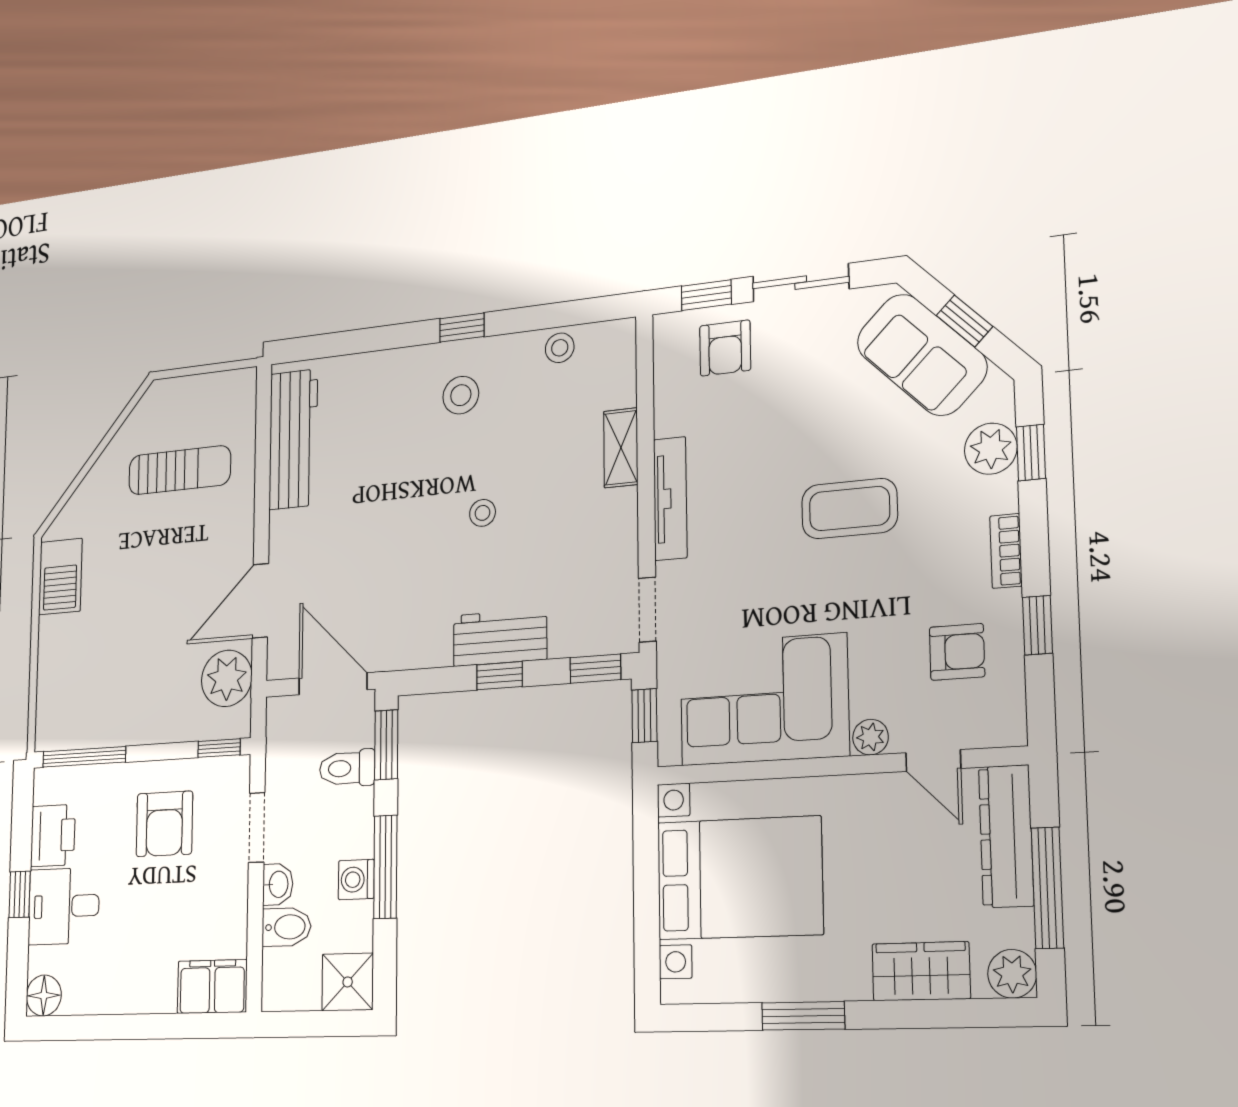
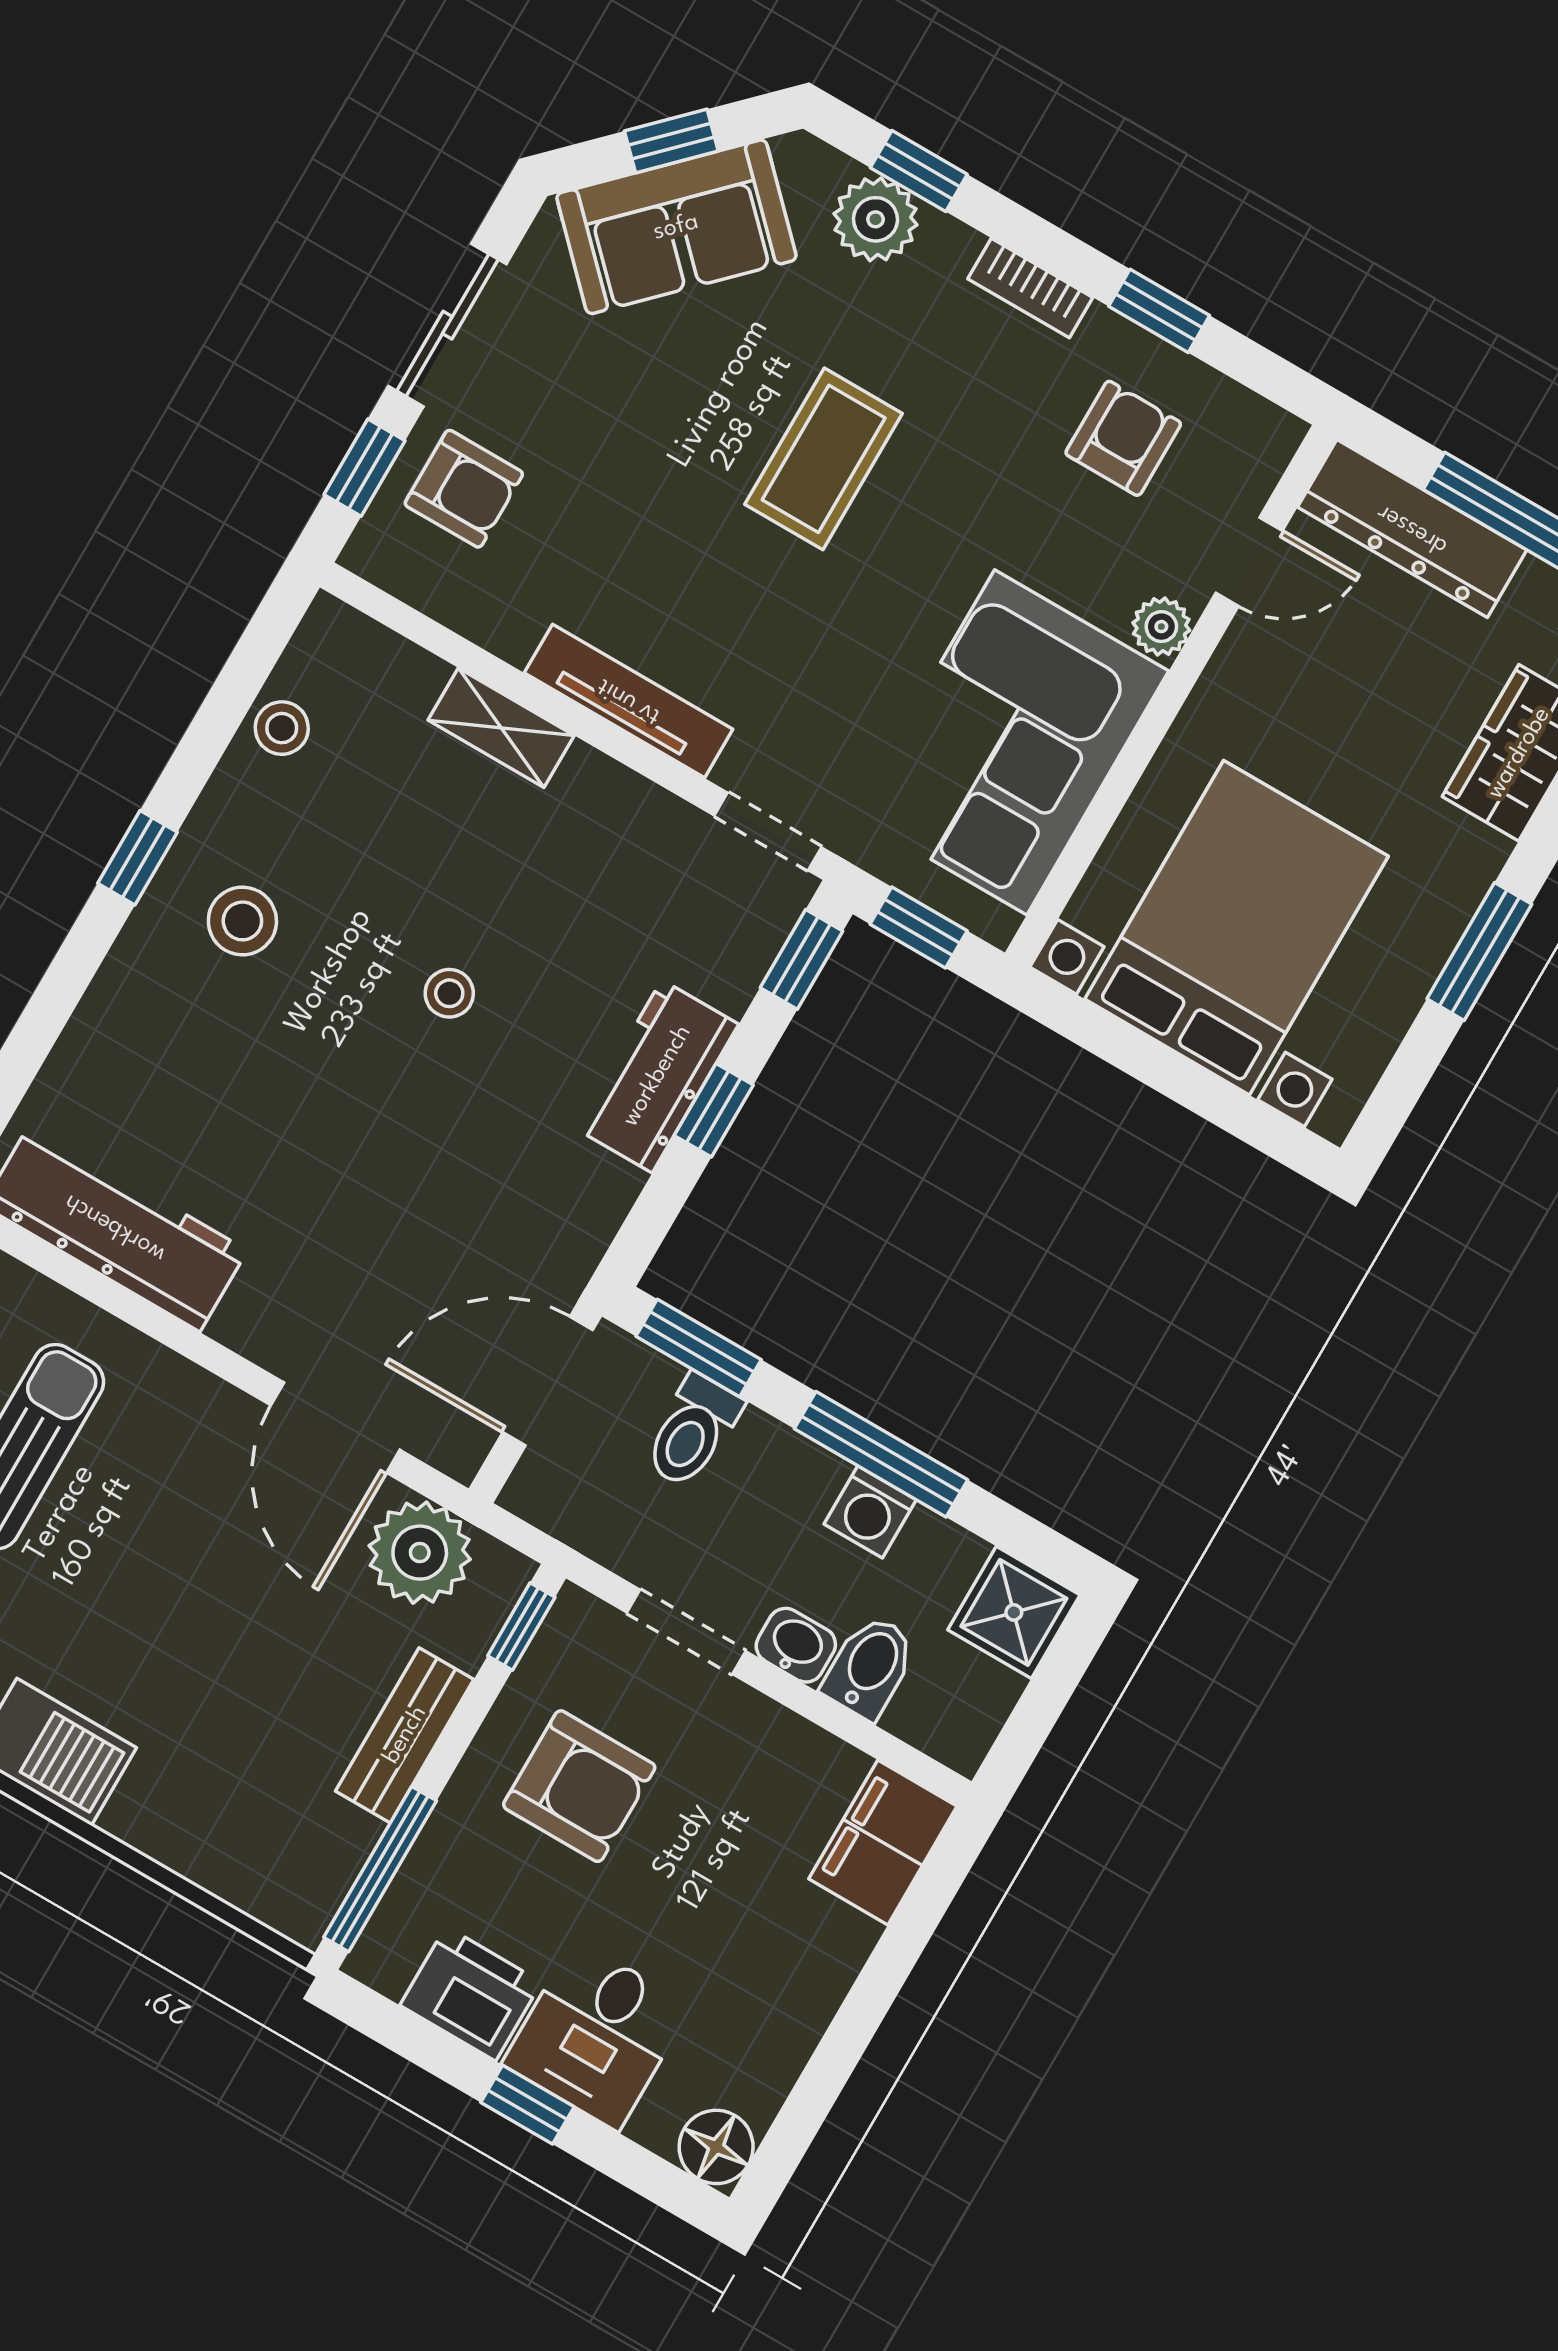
bench: (146, 728) -> (405, 1735), added

